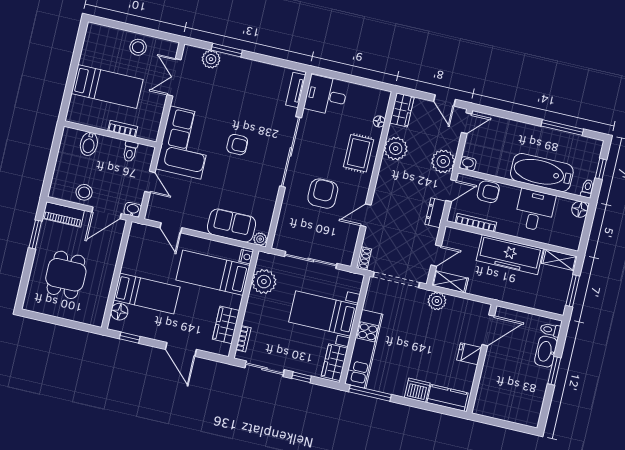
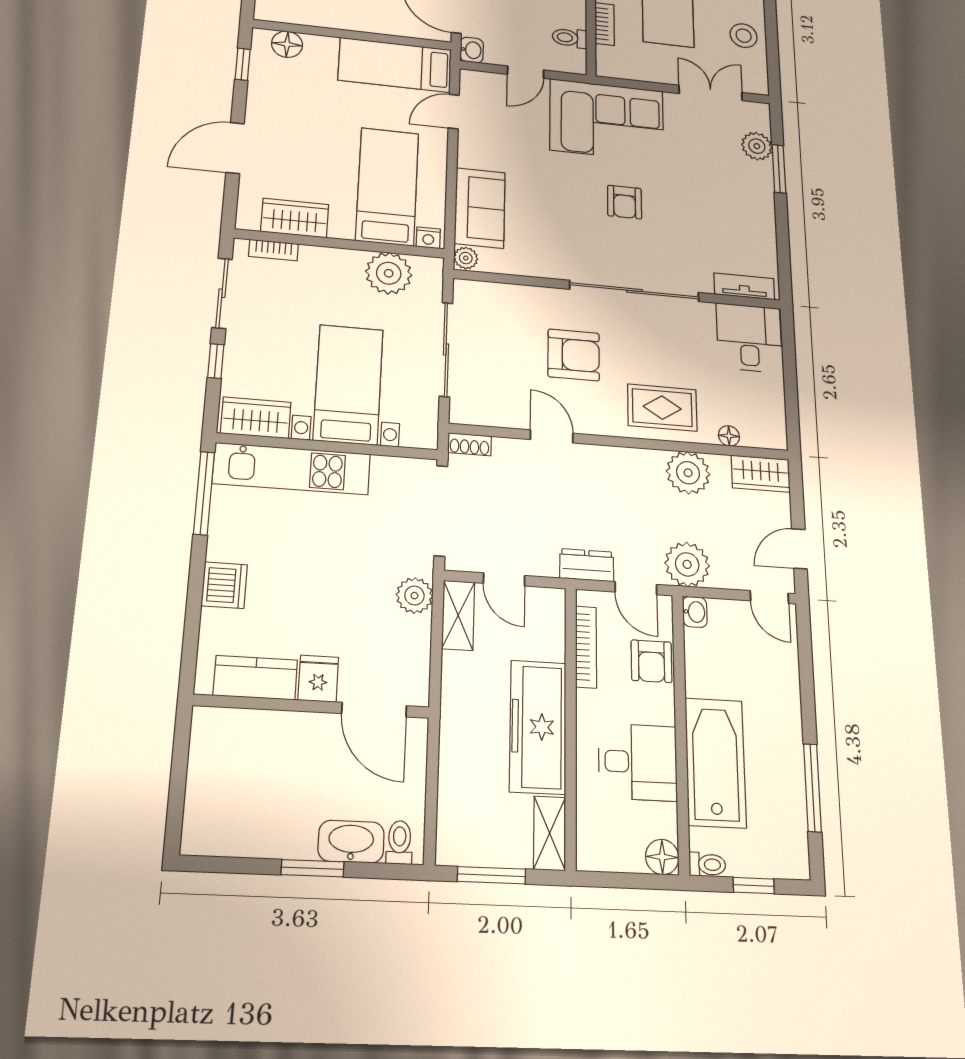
bed: (147, 294) -> (395, 65), moved, turned 90
kitchen counter: (447, 398) -> (255, 678), moved, turned -90

